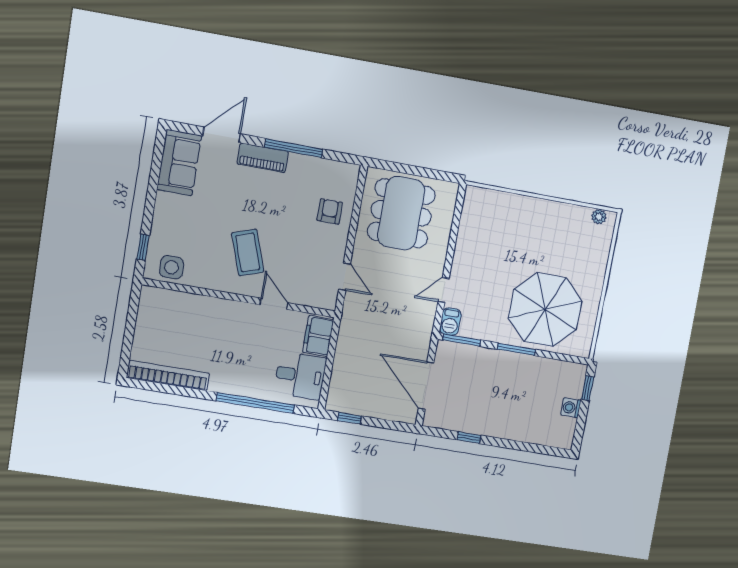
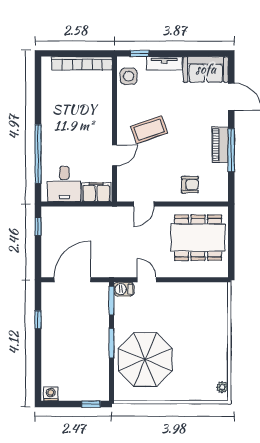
piano: (263, 158) -> (220, 145), moved
tv unit: (162, 217) -> (164, 63), added
bookcase: (168, 376) -> (82, 63), moved, turned 90
washing machine: (571, 408) -> (51, 394), moved

